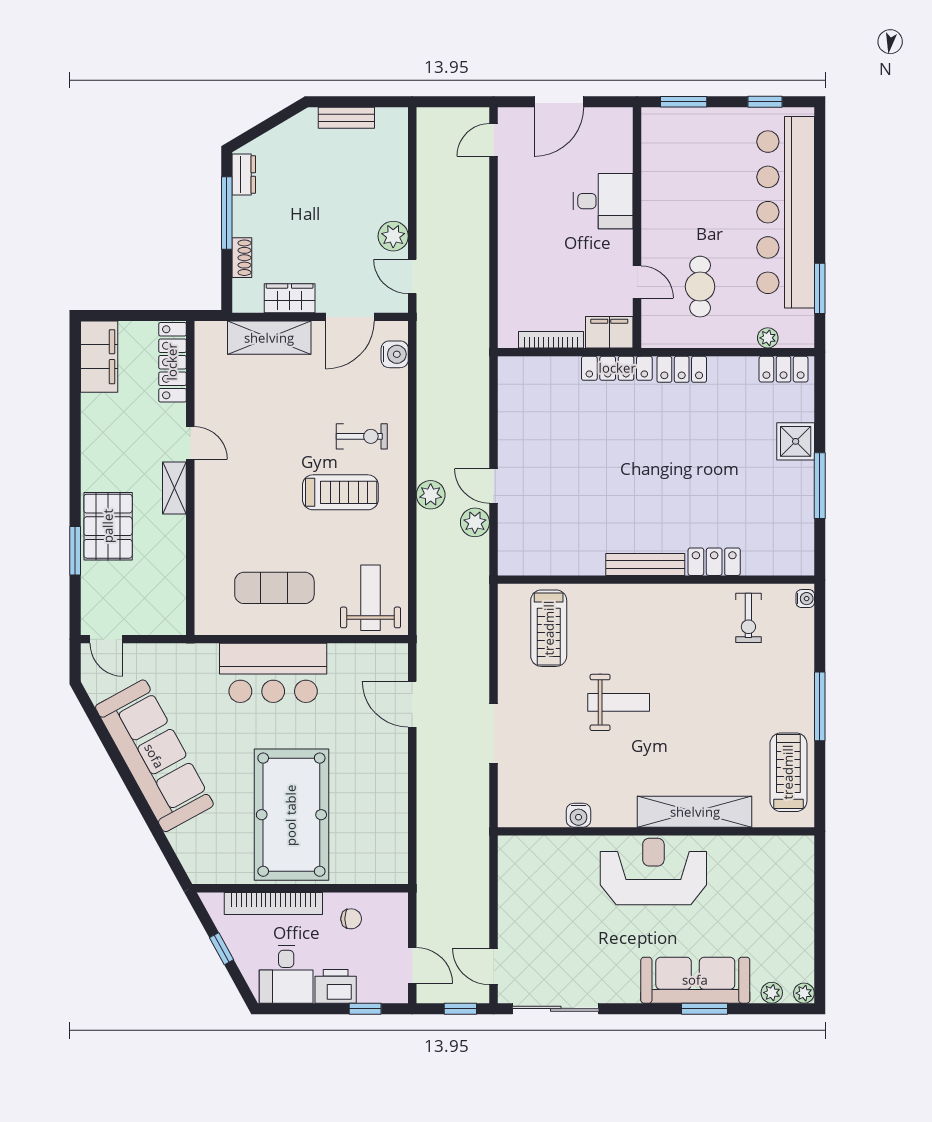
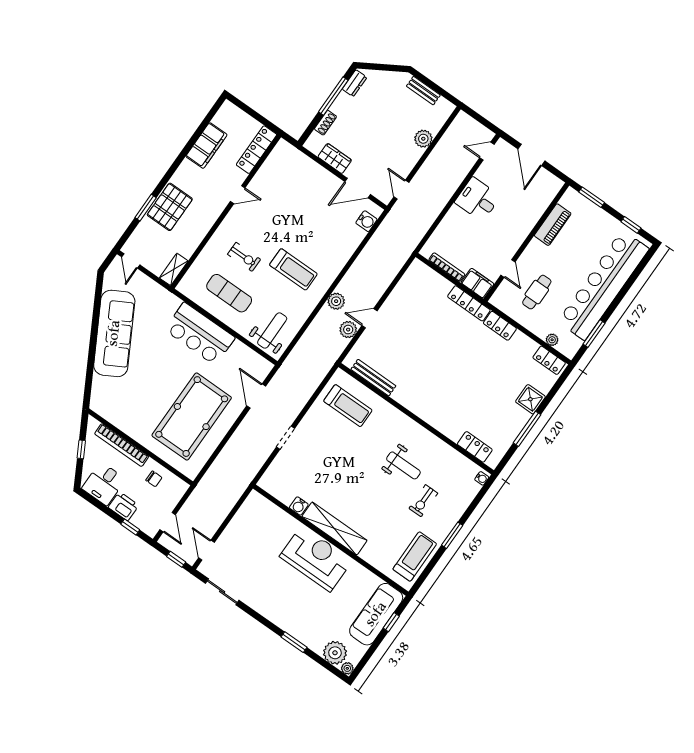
door: (559, 102) -> (531, 155), hinge flipped
piano: (656, 178) -> (553, 225), added
desk: (603, 201) -> (478, 199), moved, turned 180
plant: (393, 236) -> (423, 139), moved
shelving: (269, 338) -> (312, 171), removed
filing cabinet: (99, 357) -> (206, 146), moved
exercise bike: (362, 436) -> (244, 257), moved
door: (190, 443) -> (238, 195), hinge flipped
door: (493, 486) -> (369, 318), hinge flipped
shelving: (174, 488) -> (174, 269), moved
locker: (714, 562) -> (475, 447), moved
bench: (645, 564) -> (373, 378), moved
exercise bike: (748, 618) -> (423, 501), moved
treadmill: (549, 628) -> (348, 406), turned -90
weight bench: (619, 702) -> (403, 465), moved
window: (820, 706) -> (452, 535), width x0.69
doorway: (493, 733) -> (286, 438), width x0.73
shelving: (695, 812) -> (334, 529), moved
pool table: (291, 815) -> (192, 417), moved
window: (820, 886) -> (391, 622), added
sofa: (695, 980) -> (376, 614), moved, turned -90
plant: (772, 993) -> (335, 653), width x1.87, depth x1.87
sliding door: (556, 1009) -> (222, 592), width x0.73

